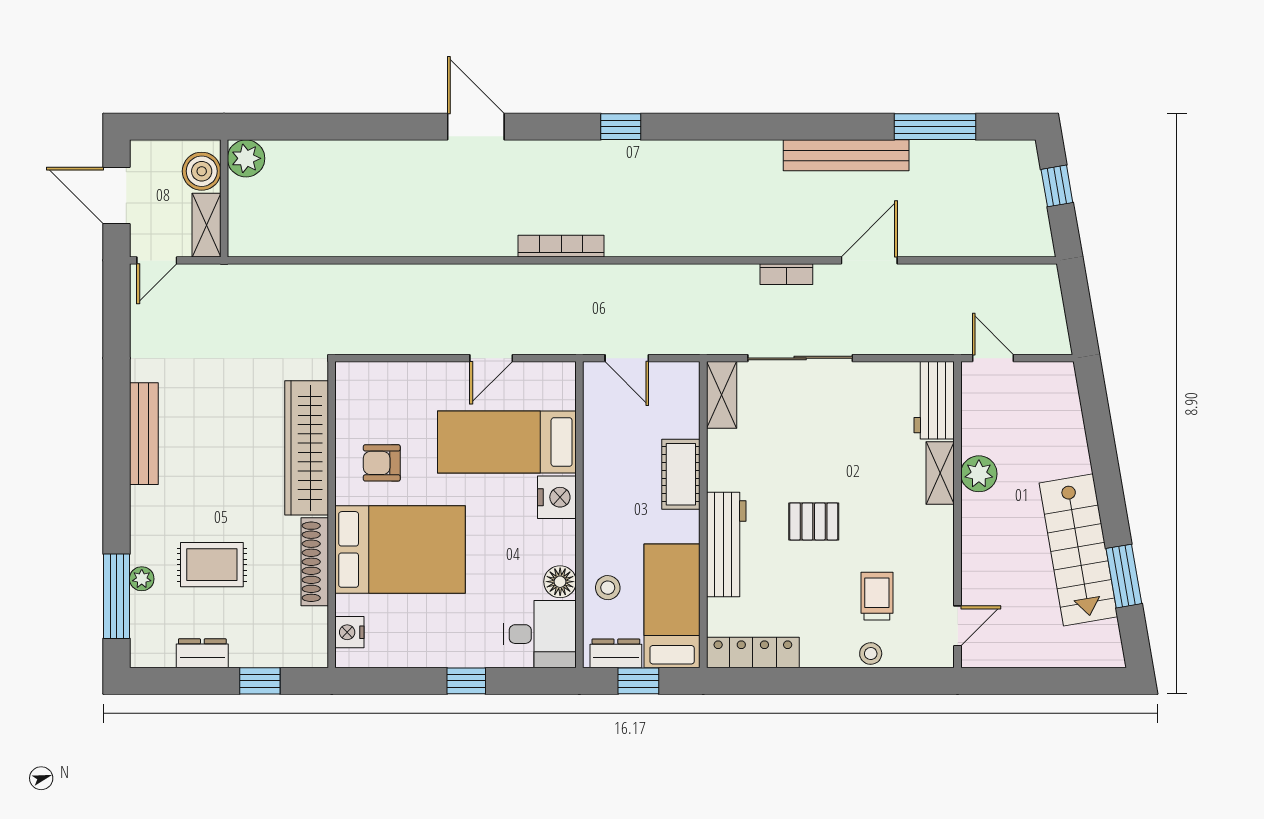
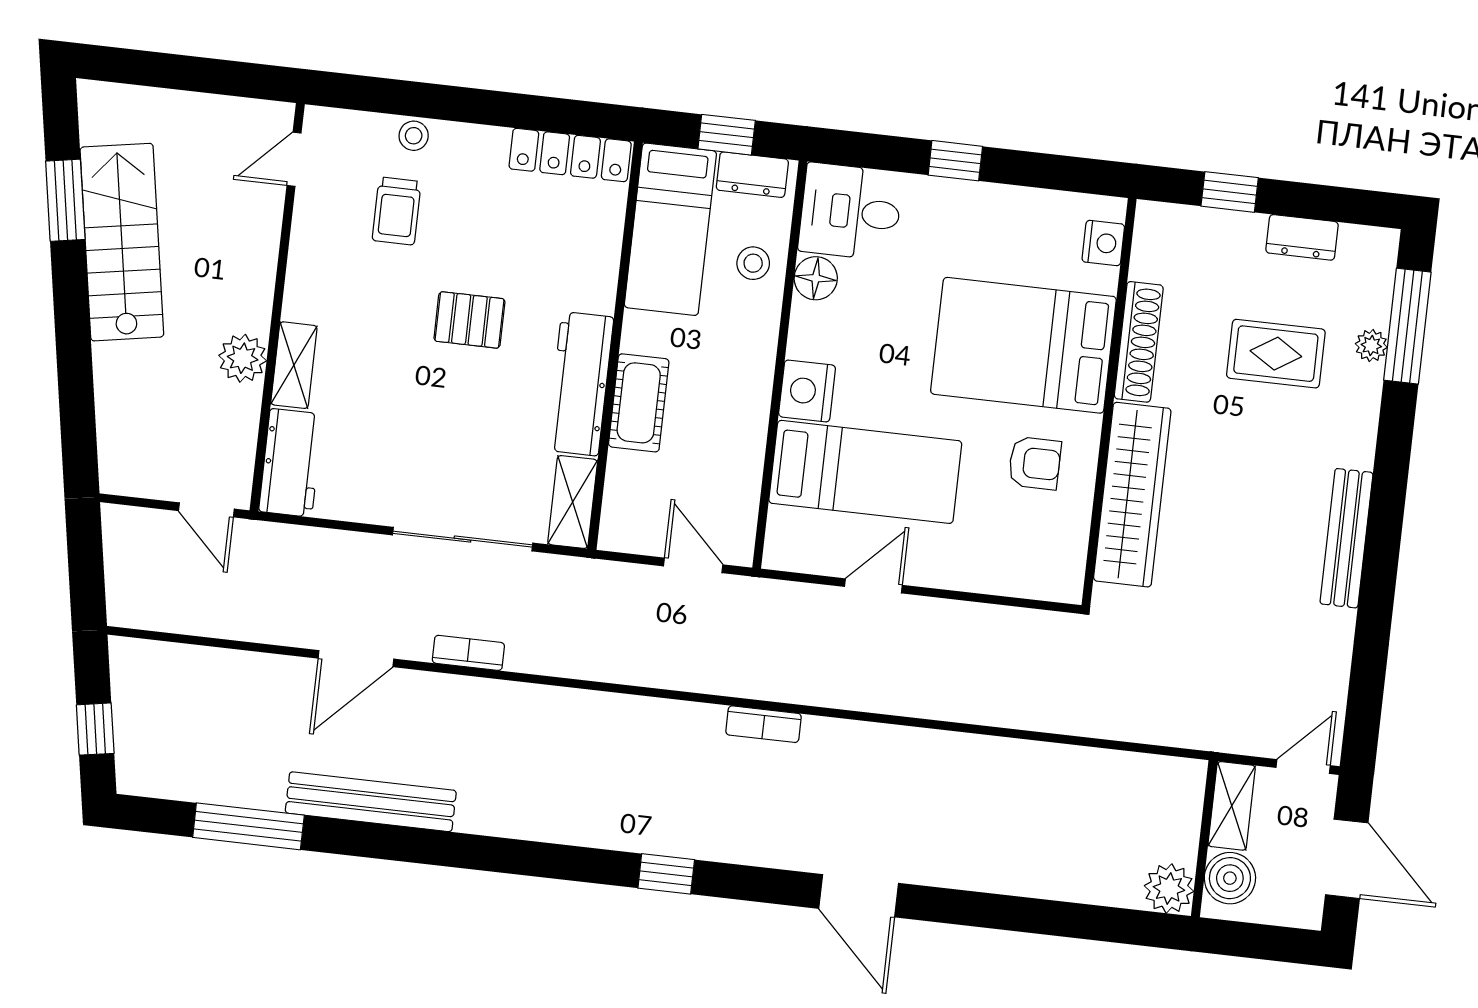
bookcase: (561, 246) -> (764, 724), width x0.64
workbench: (726, 544) -> (580, 384), moved

